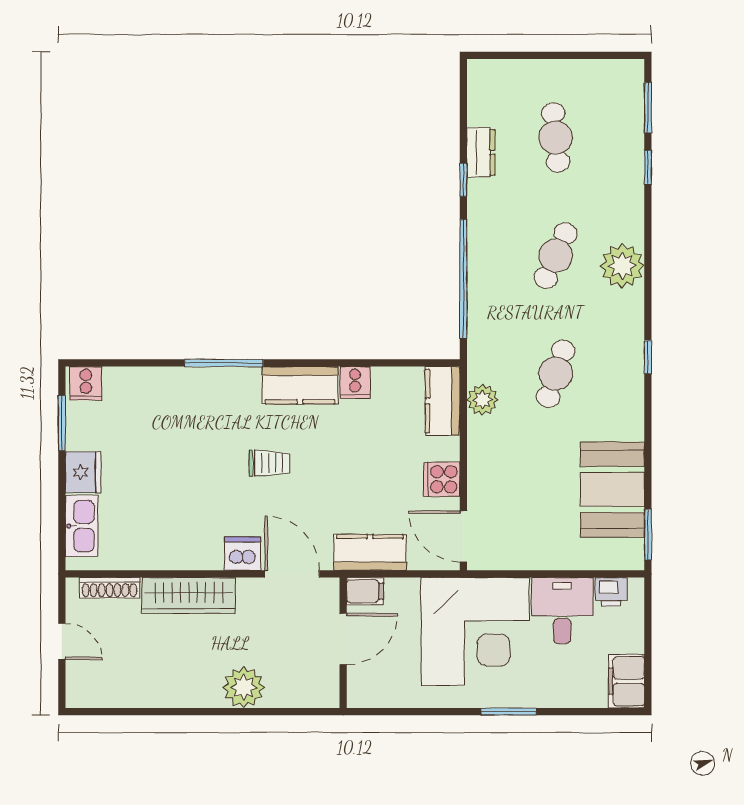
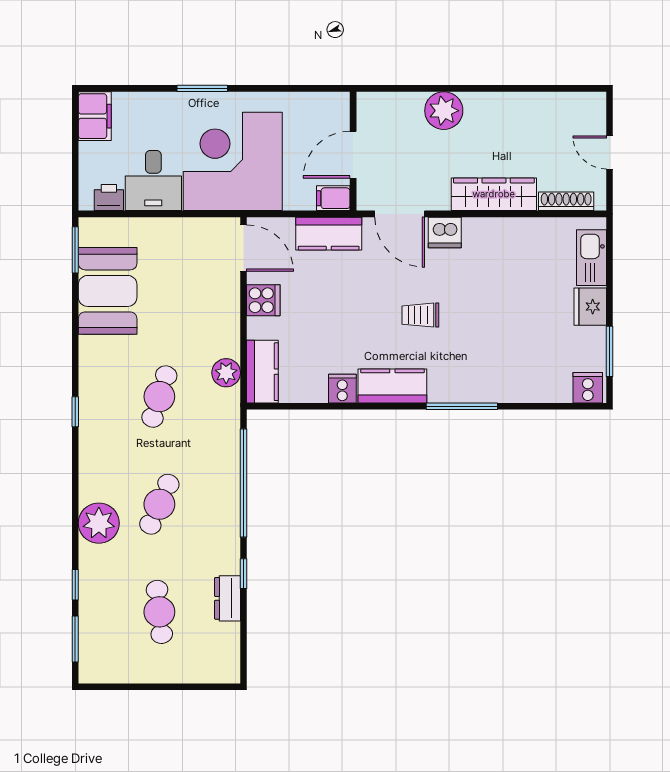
plant: (622, 266) -> (99, 523), moved

